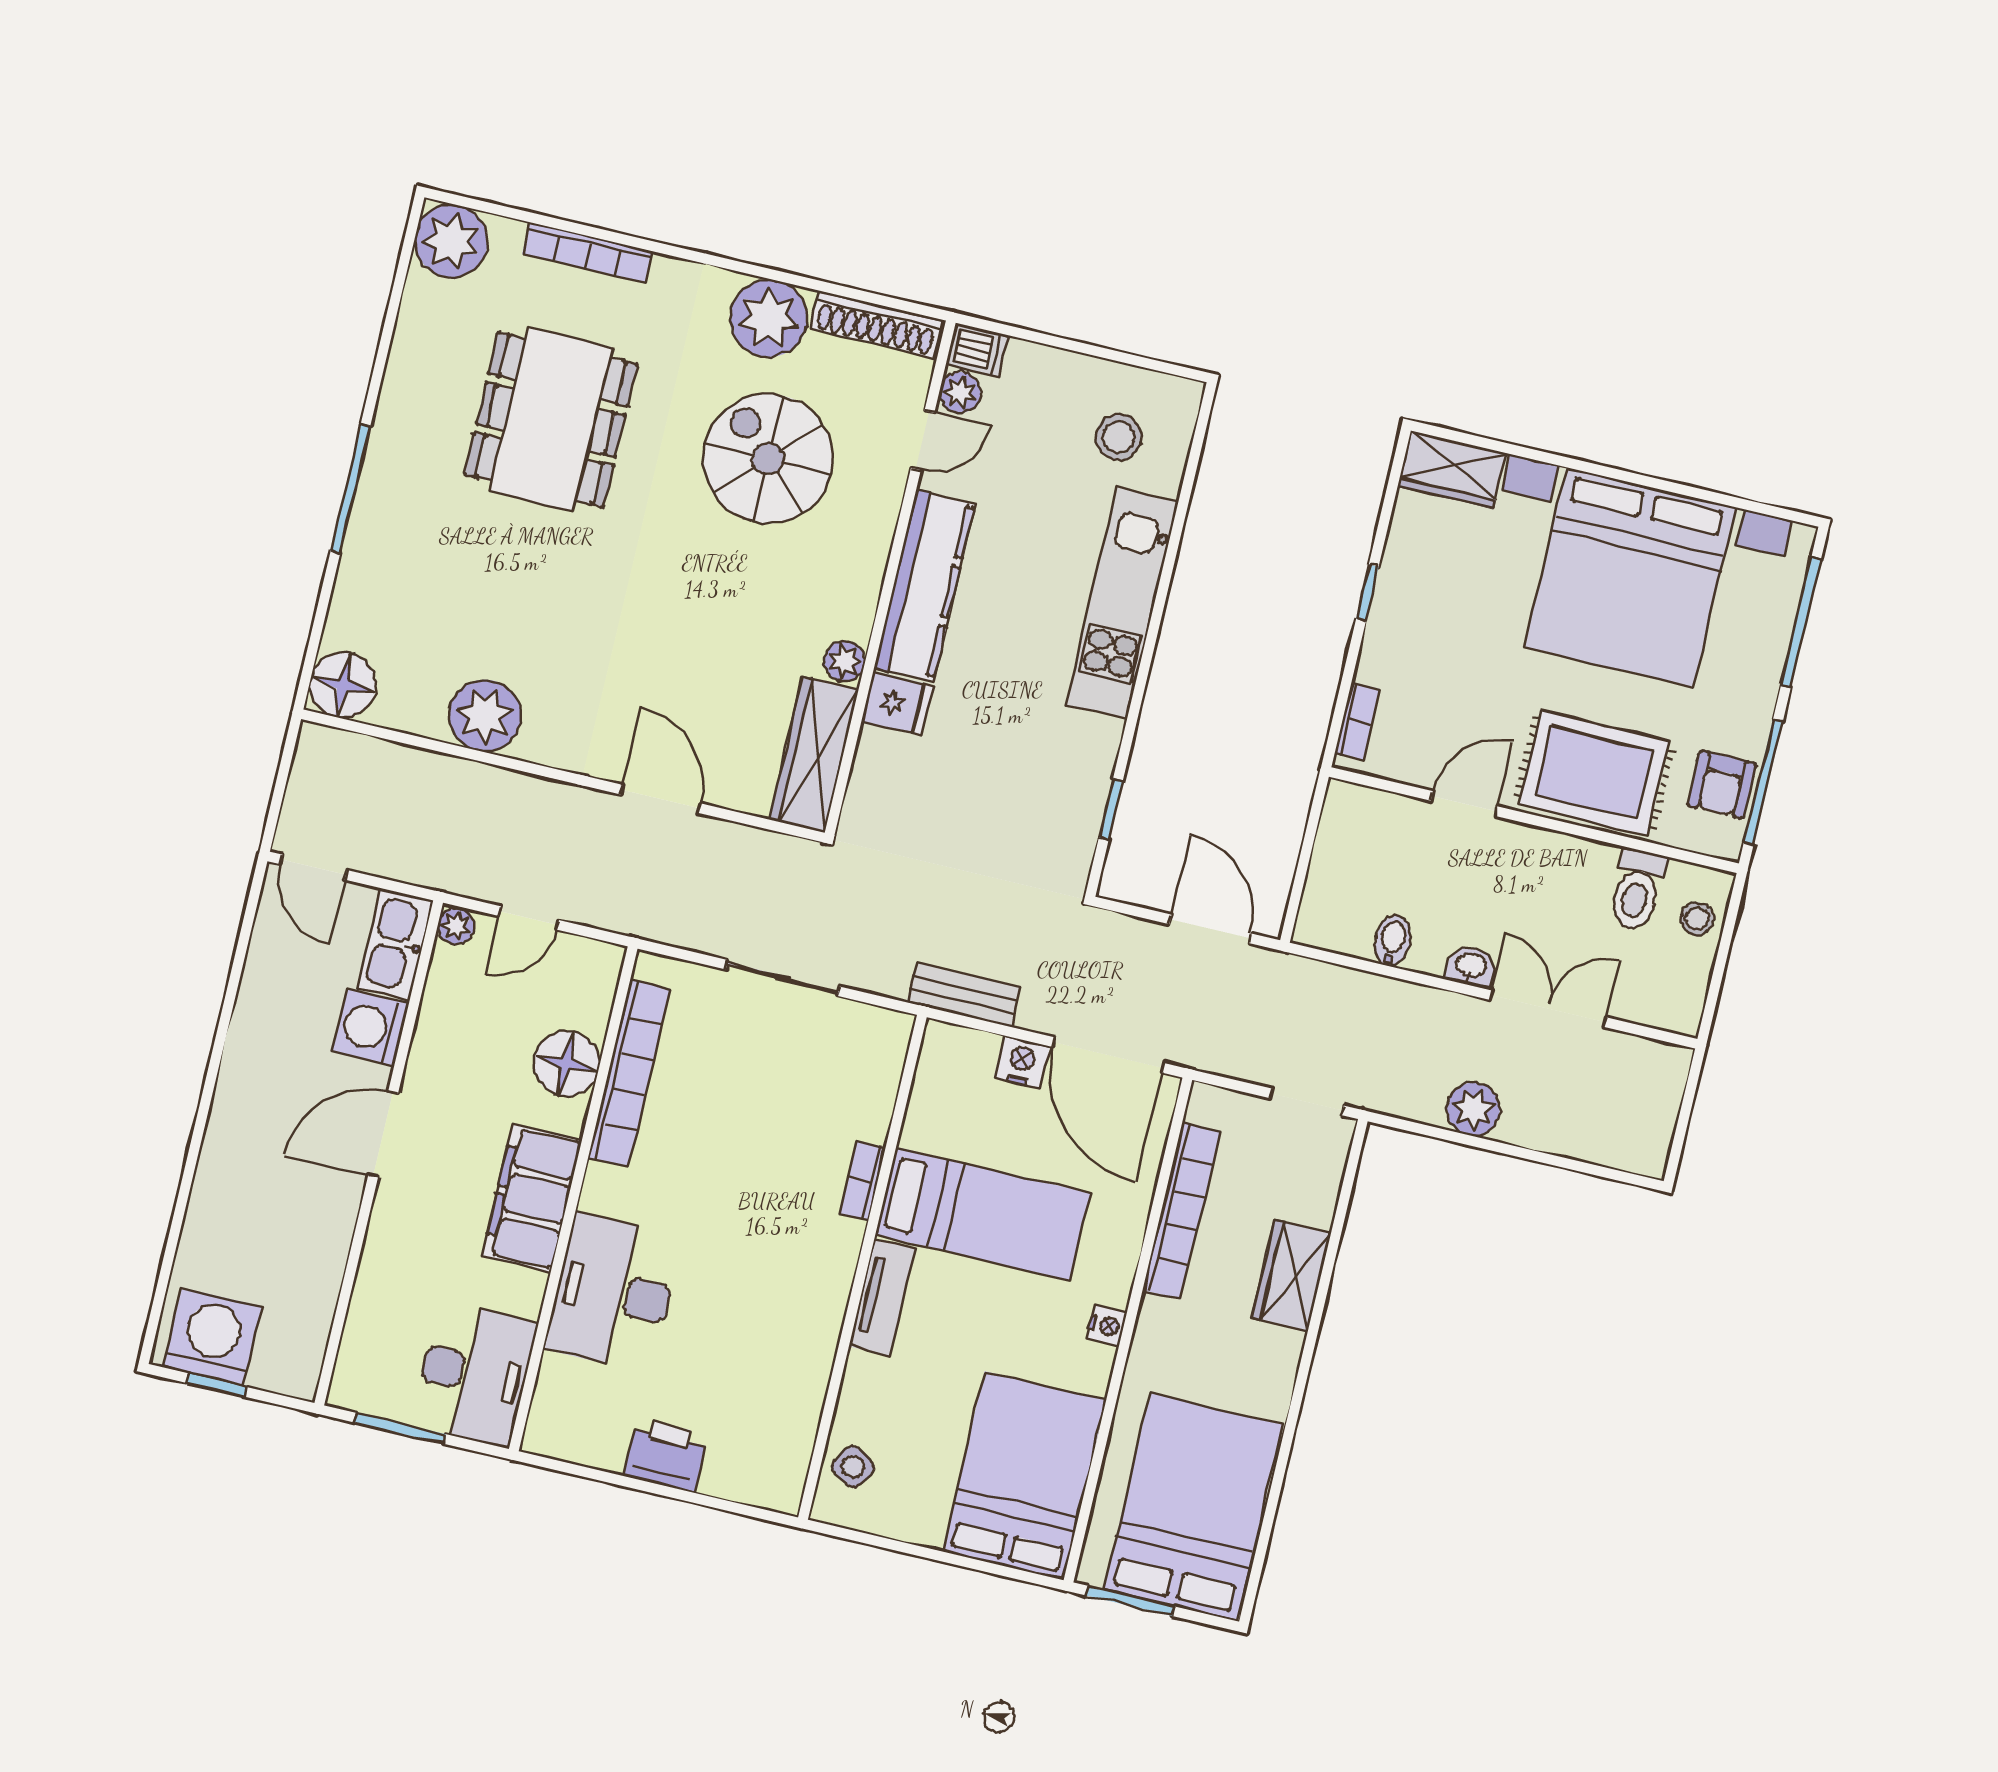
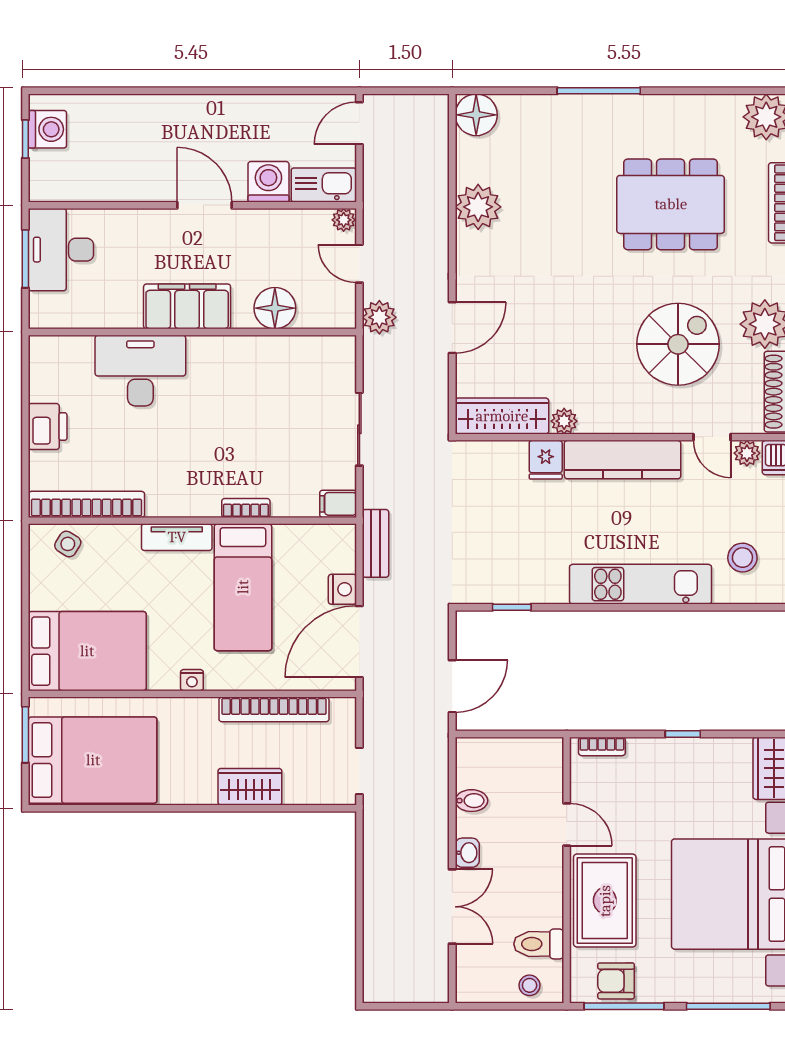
filing cabinet: (889, 1038) -> (338, 504), added
bookcase: (629, 1073) -> (86, 504), moved, turned 180
plant: (1473, 1109) -> (379, 317), moved
washing machine: (212, 1337) -> (47, 129), width x0.73, depth x0.73
desk: (474, 1374) -> (61, 250), moved, turned 90

